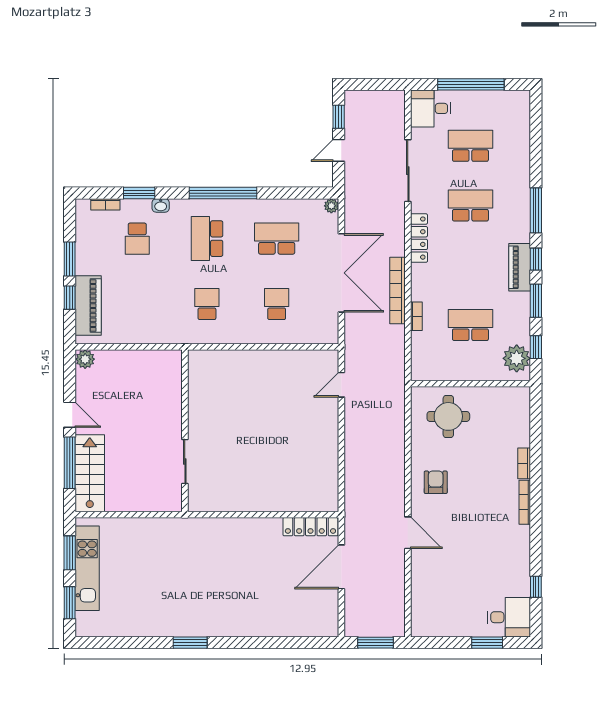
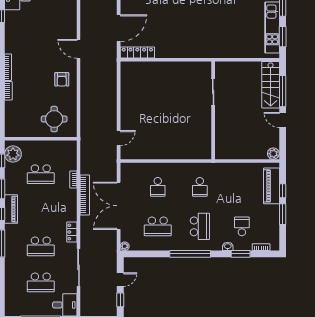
locker: (419, 238) -> (72, 232), width x0.66

